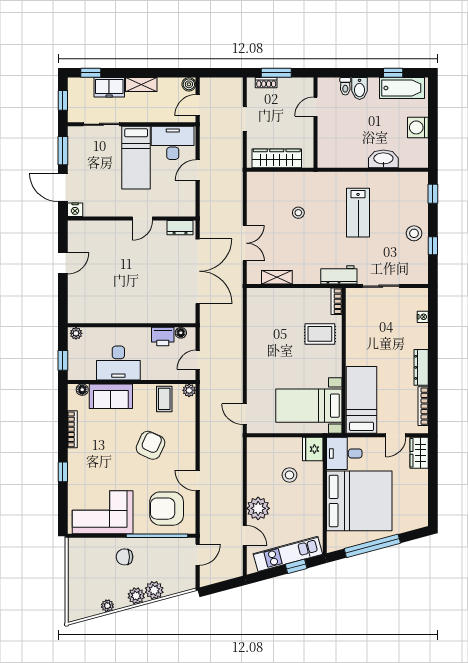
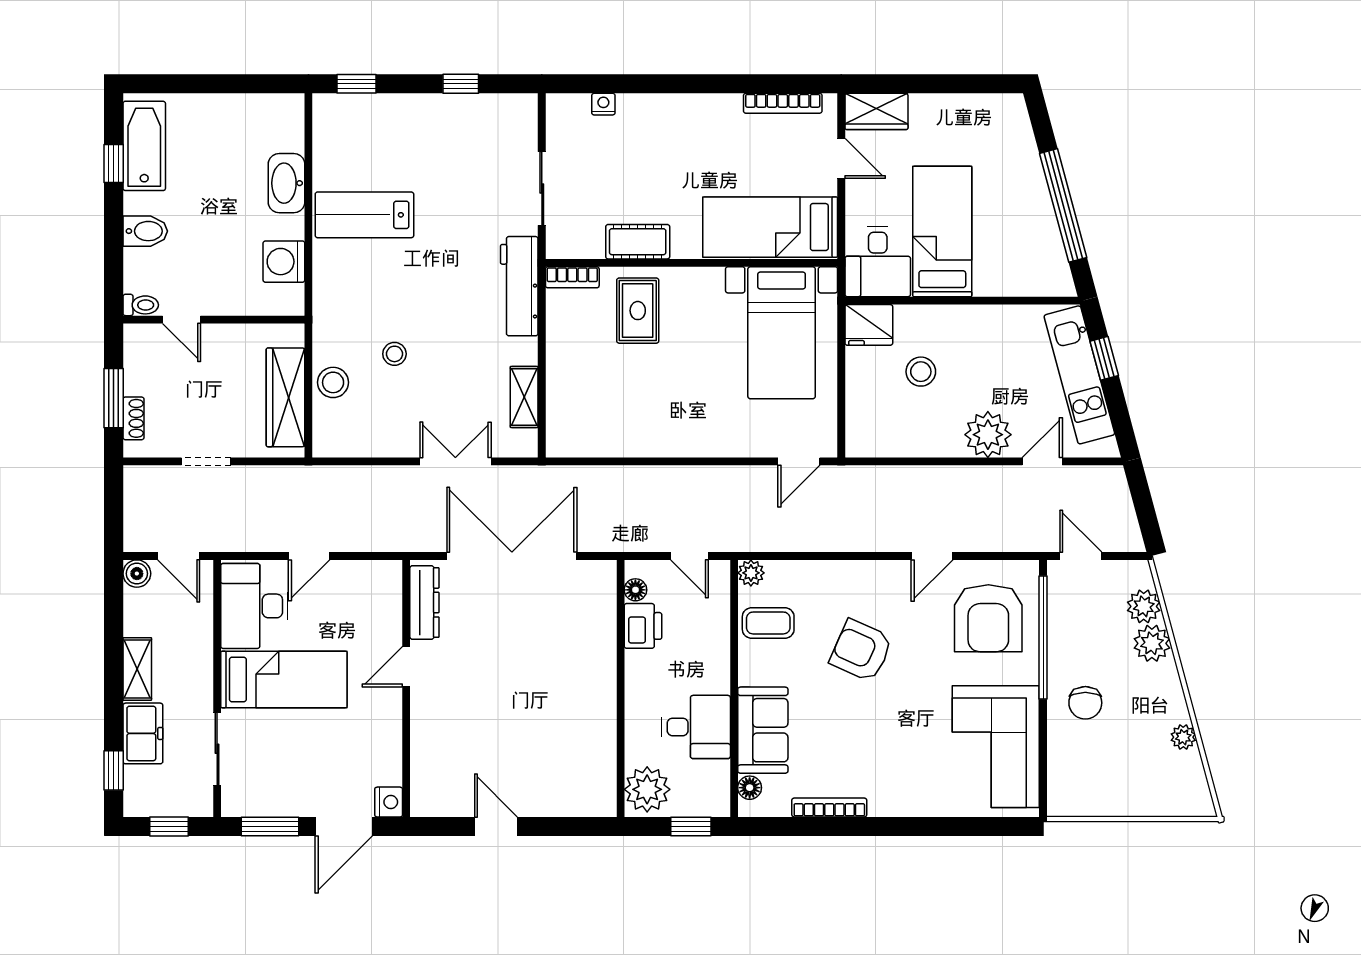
toilet: (345, 86) -> (141, 305), moved
washing machine: (418, 127) -> (284, 262), moved, turned 90
door: (198, 170) -> (309, 556), hinge flipped
lab bench: (358, 213) -> (364, 215), moved, turned 180
door: (142, 219) -> (406, 667), swing flipped
dresser: (180, 228) -> (424, 603), width x1.44
stool: (414, 233) -> (333, 382), moved
workbench: (339, 275) -> (519, 286), width x1.38
plant: (76, 333) -> (647, 789), width x1.88, depth x1.88
cot: (354, 334) -> (638, 242), added
desk: (118, 363) -> (696, 727), width x0.73
dresser: (421, 367) -> (705, 107), removed
window: (63, 472) -> (914, 826), removed
bed: (359, 501) -> (942, 231), width x0.49
plant: (136, 596) -> (1144, 606), moved

